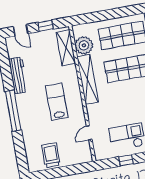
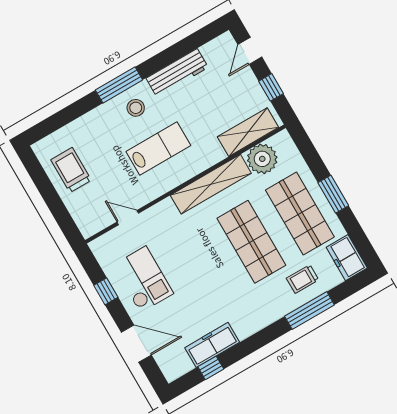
window: (118, 13) -> (333, 194), added
stool: (29, 106) -> (136, 108), added
window: (13, 111) -> (119, 85), width x0.68
trolley: (51, 155) -> (71, 170), turned -90

